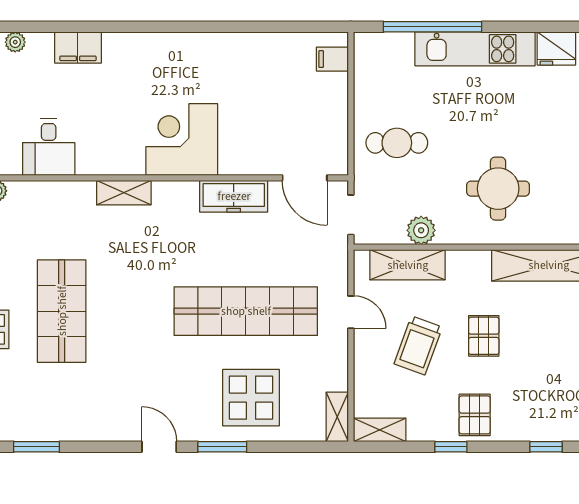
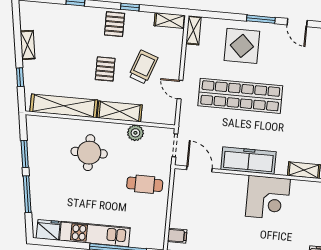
freezer: (234, 196) -> (248, 161), width x1.36, depth x1.26
shelving: (408, 265) -> (120, 111), moved

